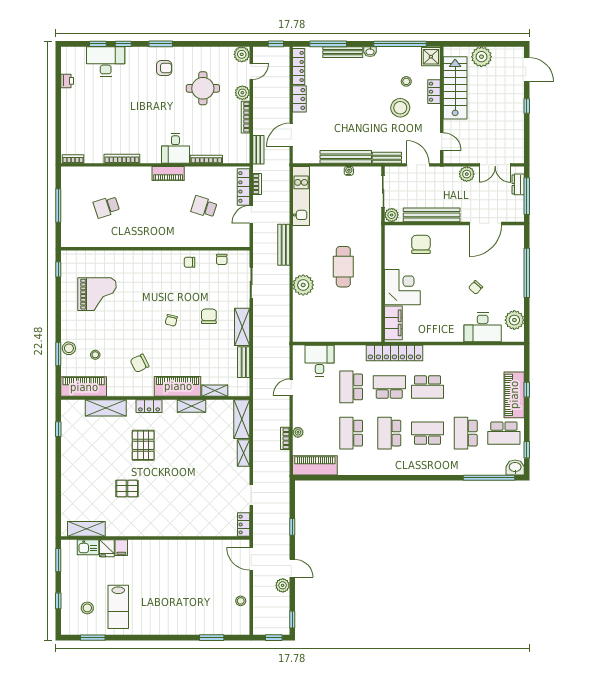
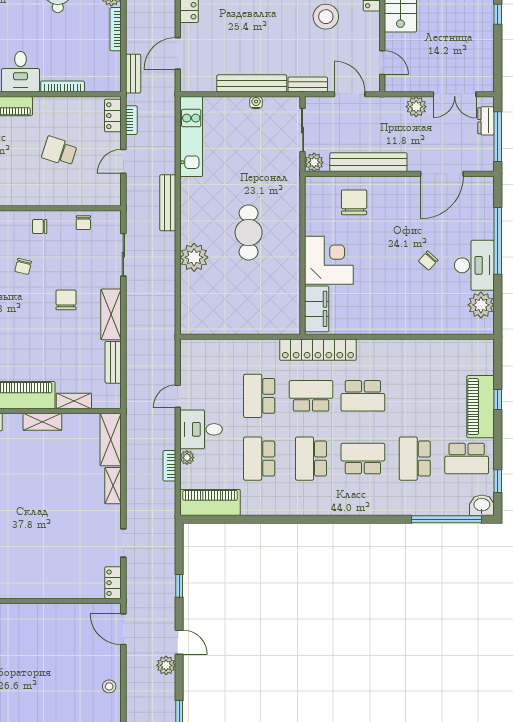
locker: (243, 187) -> (113, 116), width x0.66
chair: (171, 320) -> (23, 266), moved
desk: (483, 327) -> (474, 265), moved, turned -90
desk: (319, 361) -> (201, 429), moved, turned -90

